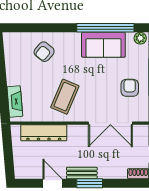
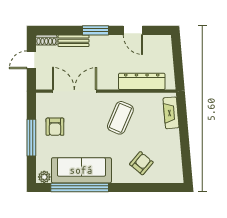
sofa: (103, 45) -> (81, 170), width x1.36
bench: (82, 173) -> (74, 41), moved

